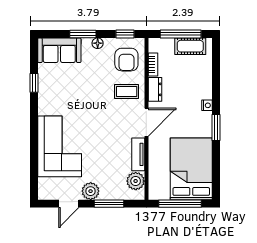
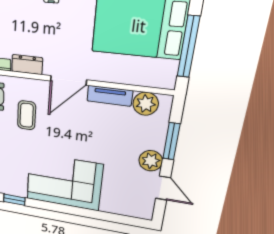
coffee table: (127, 92) -> (27, 115), moved
door: (146, 122) -> (68, 80), swing flipped
corner sofa: (60, 146) -> (64, 182), moved

